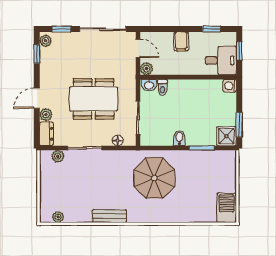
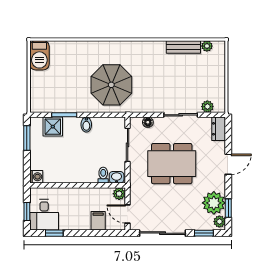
filing cabinet: (181, 41) -> (98, 221), moved
desk: (221, 60) -> (44, 215), moved, turned -90
plant: (46, 115) -> (214, 203), moved, width x1.87, depth x1.87
shower: (226, 136) -> (53, 127), moved
bench: (109, 216) -> (183, 47), moved

